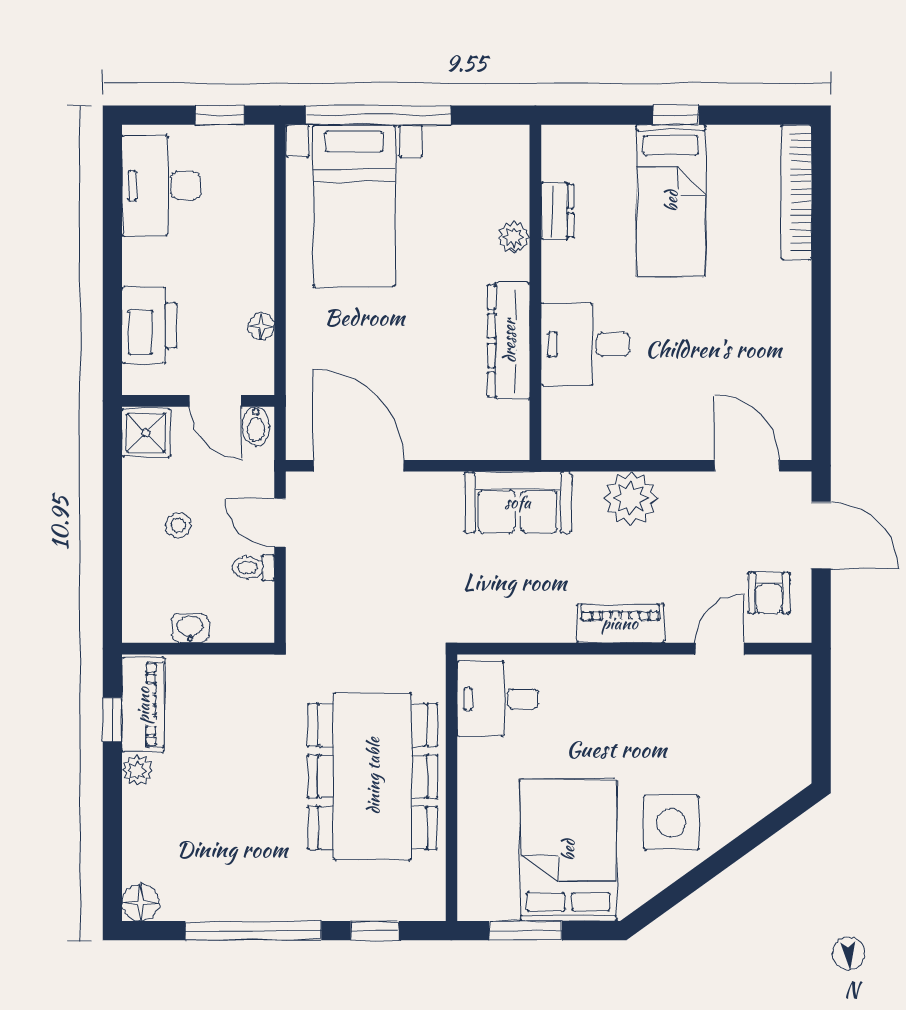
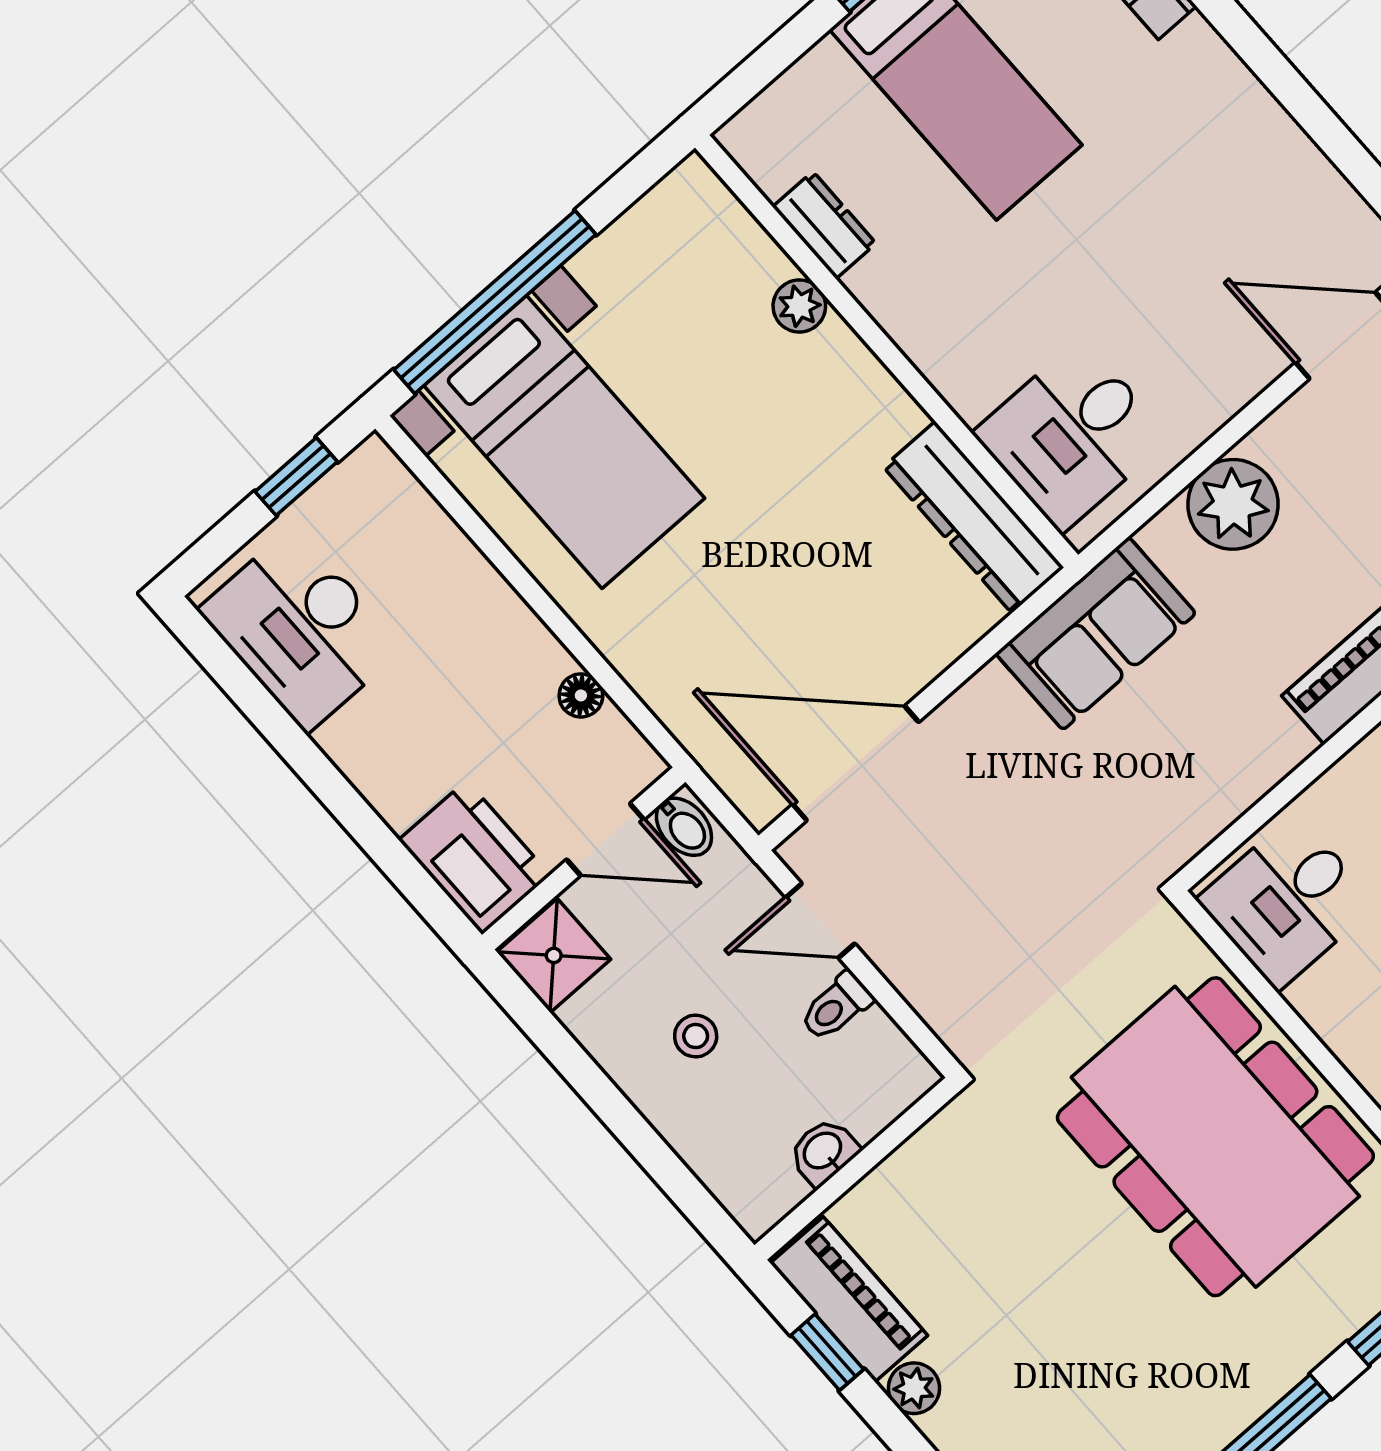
printer: (149, 325) -> (474, 857), moved
dresser: (509, 341) -> (974, 517), moved
desk: (585, 344) -> (1072, 435), moved

